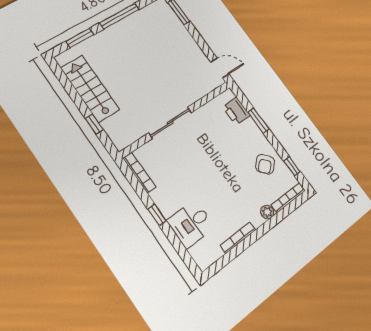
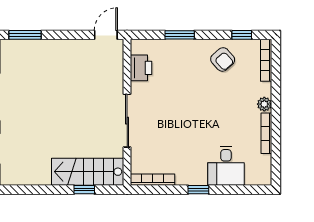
stairs: (90, 89) -> (88, 172), moved
printer: (236, 111) -> (141, 68), moved, turned -90
plant: (267, 212) -> (264, 104), moved

